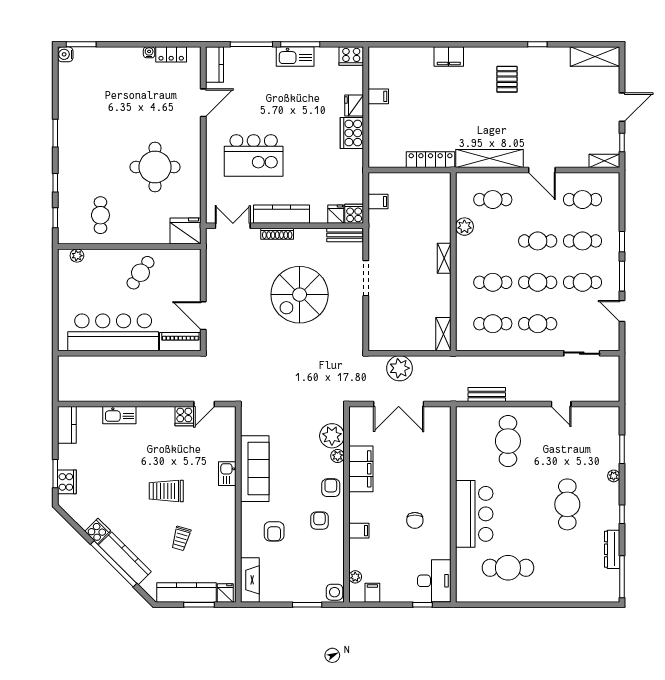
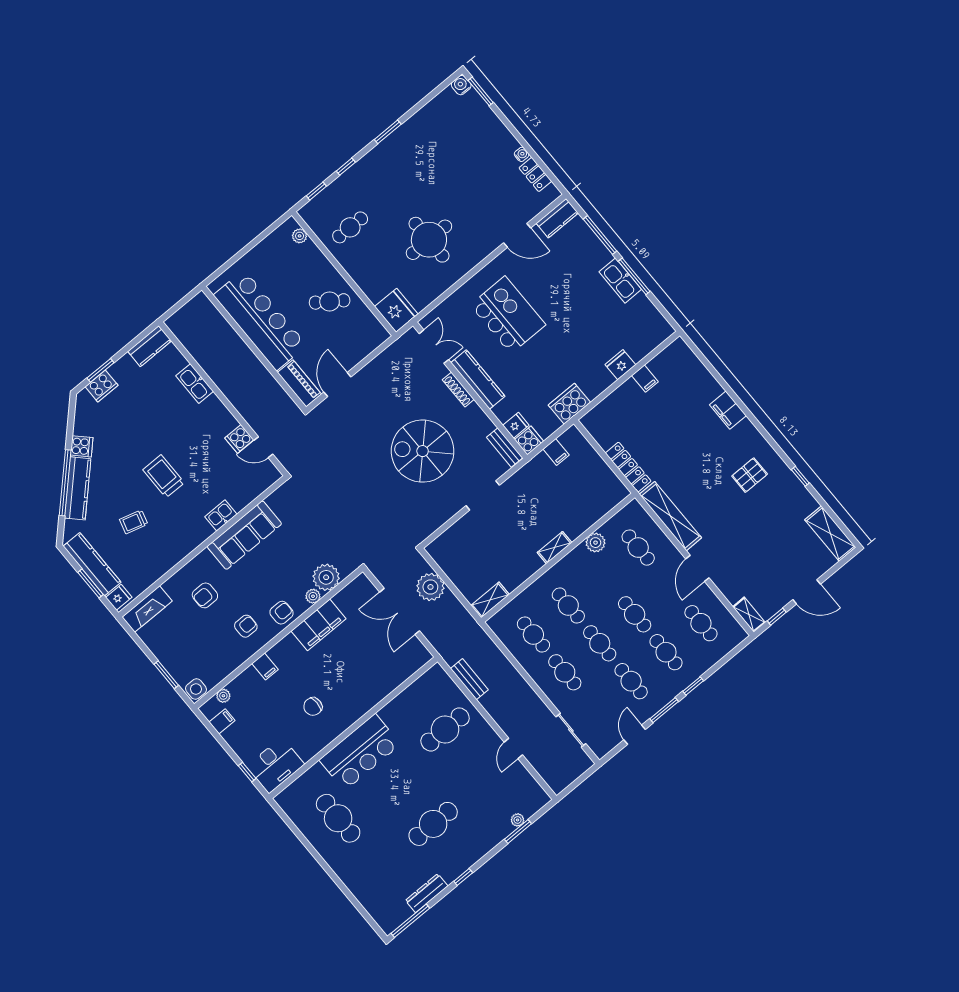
cooker: (351, 56) -> (660, 328), removed
cooker: (352, 133) -> (569, 404), moved
kitchen island: (254, 155) -> (508, 315), turned 180
plant: (614, 476) -> (518, 820), moved

